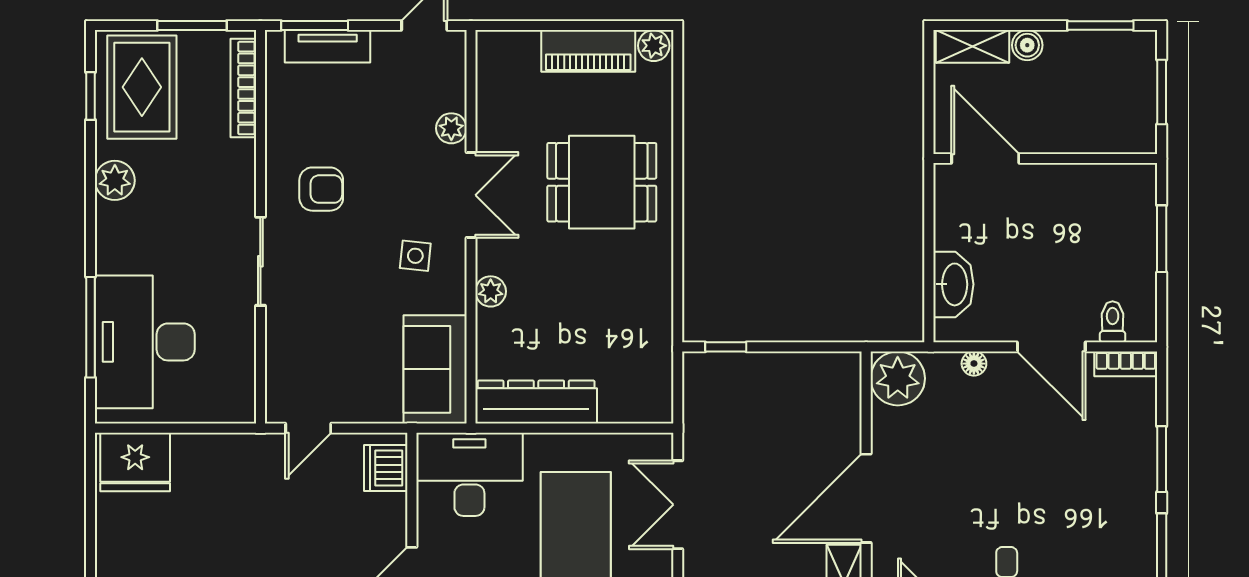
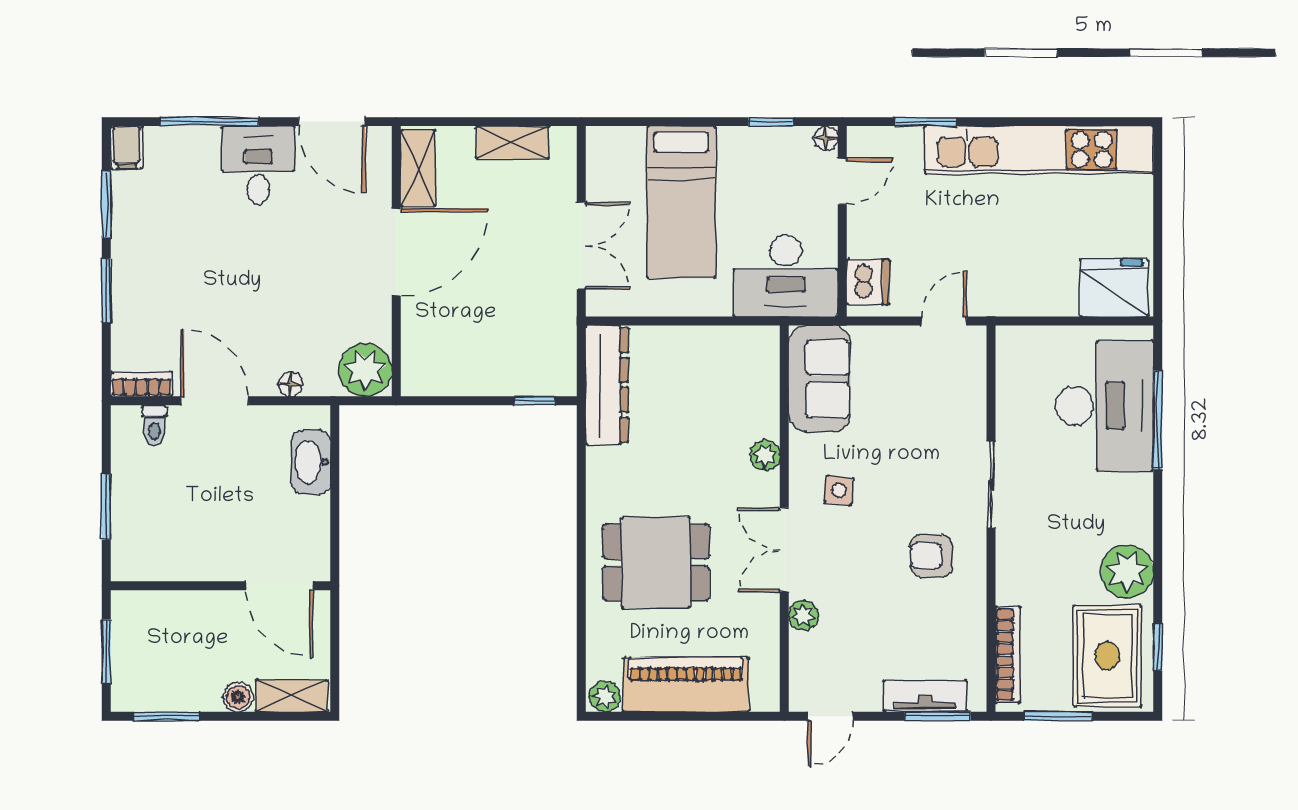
piano: (588, 51) -> (686, 685), width x1.37, depth x1.33
plant: (115, 180) -> (1127, 571), width x1.36, depth x1.36
dresser: (536, 402) -> (607, 385), moved, turned -90

